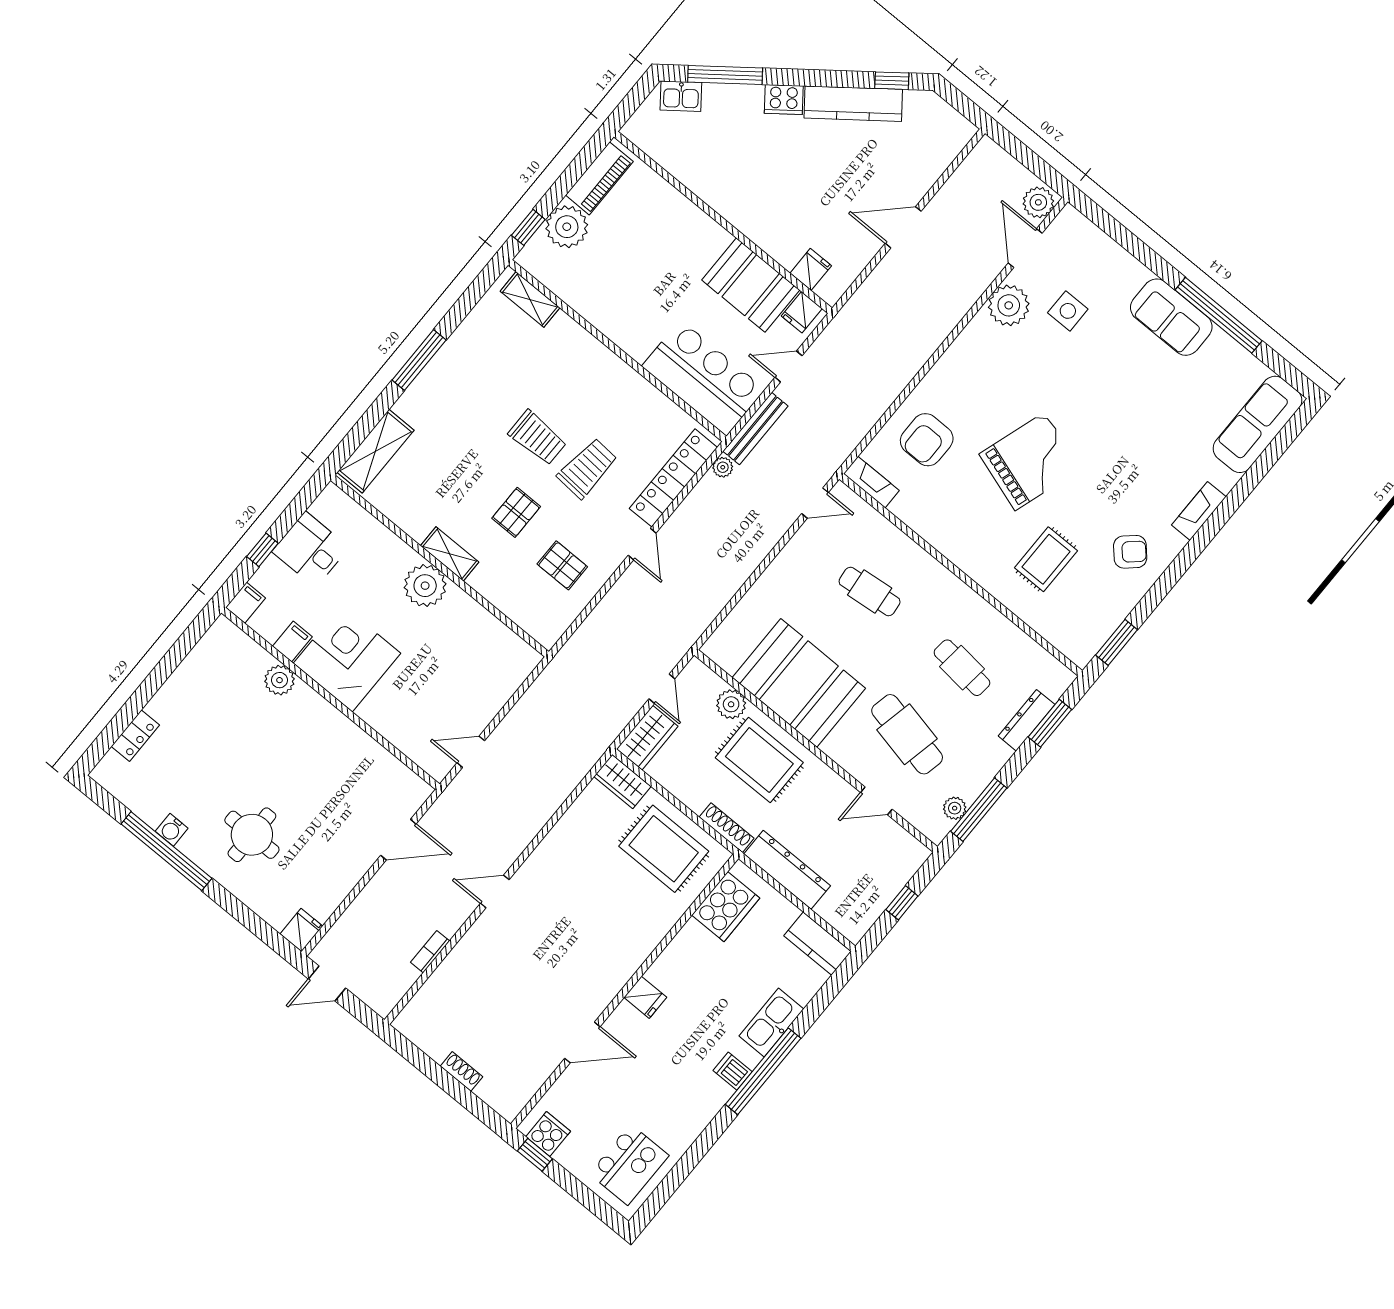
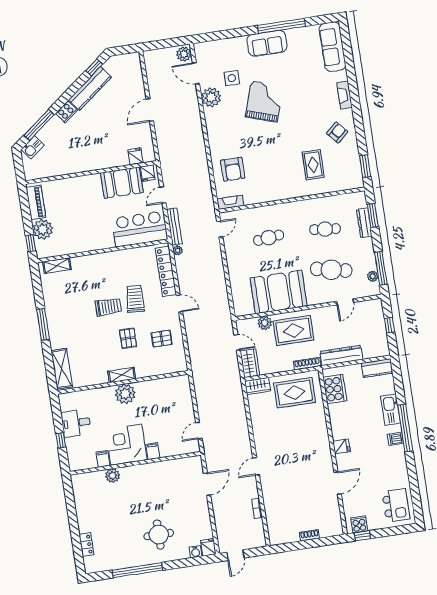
grand piano: (1030, 461) -> (264, 101), moved
filing cabinet: (246, 603) -> (153, 451), moved
water cooler: (172, 830) -> (195, 552), moved

